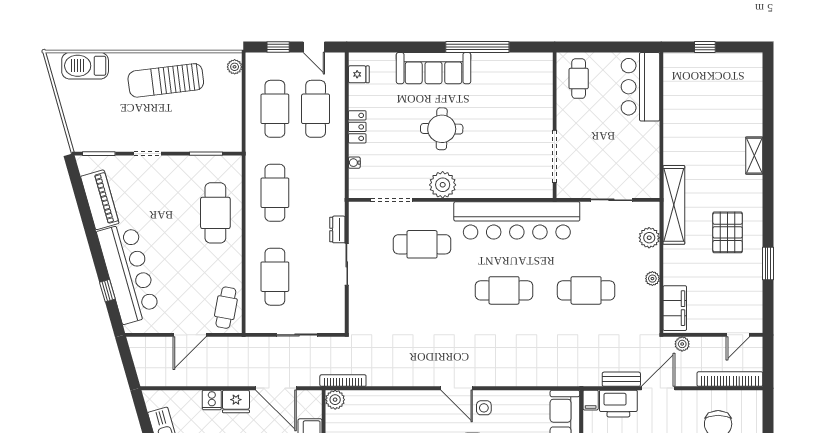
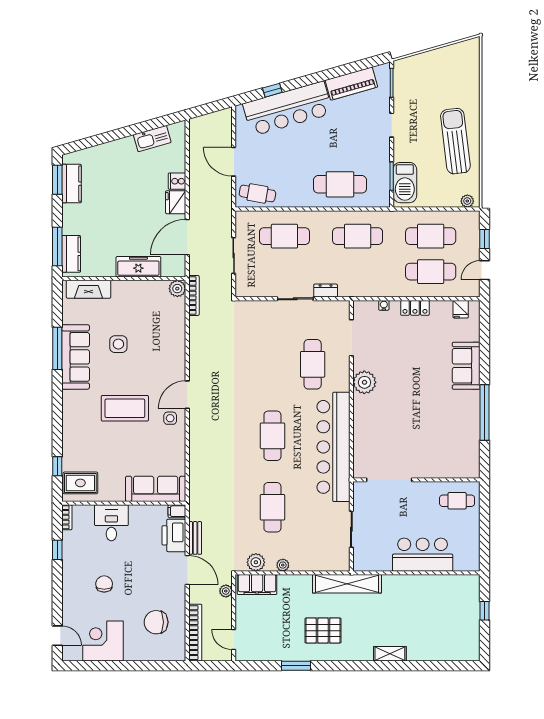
barbecue: (85, 66) -> (405, 183), moved, turned 180
sofa: (433, 68) -> (466, 366), width x0.73
bar counter: (640, 87) -> (423, 555), moved
round table: (442, 129) -> (413, 381), removed
plant: (649, 238) -> (256, 562), moved

